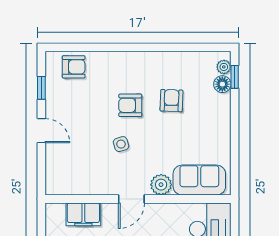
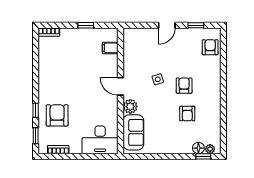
armchair: (74, 67) -> (210, 47), turned 180
armchair: (172, 101) -> (187, 114), turned 88
filing cabinet: (83, 214) -> (110, 48), width x0.50

